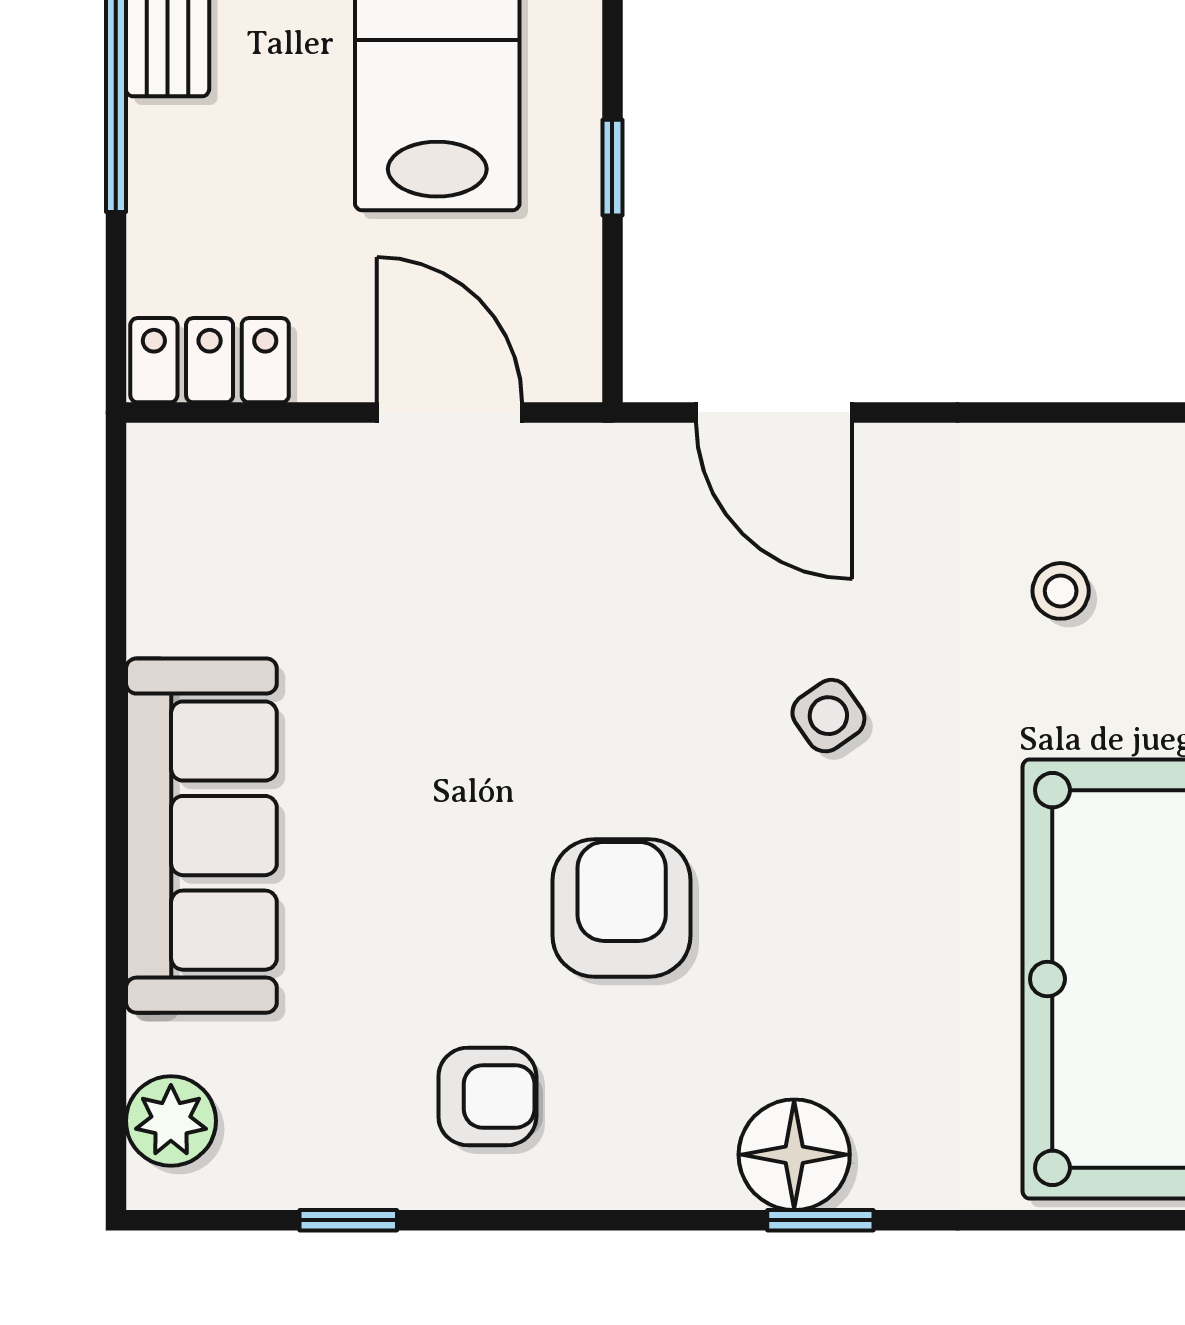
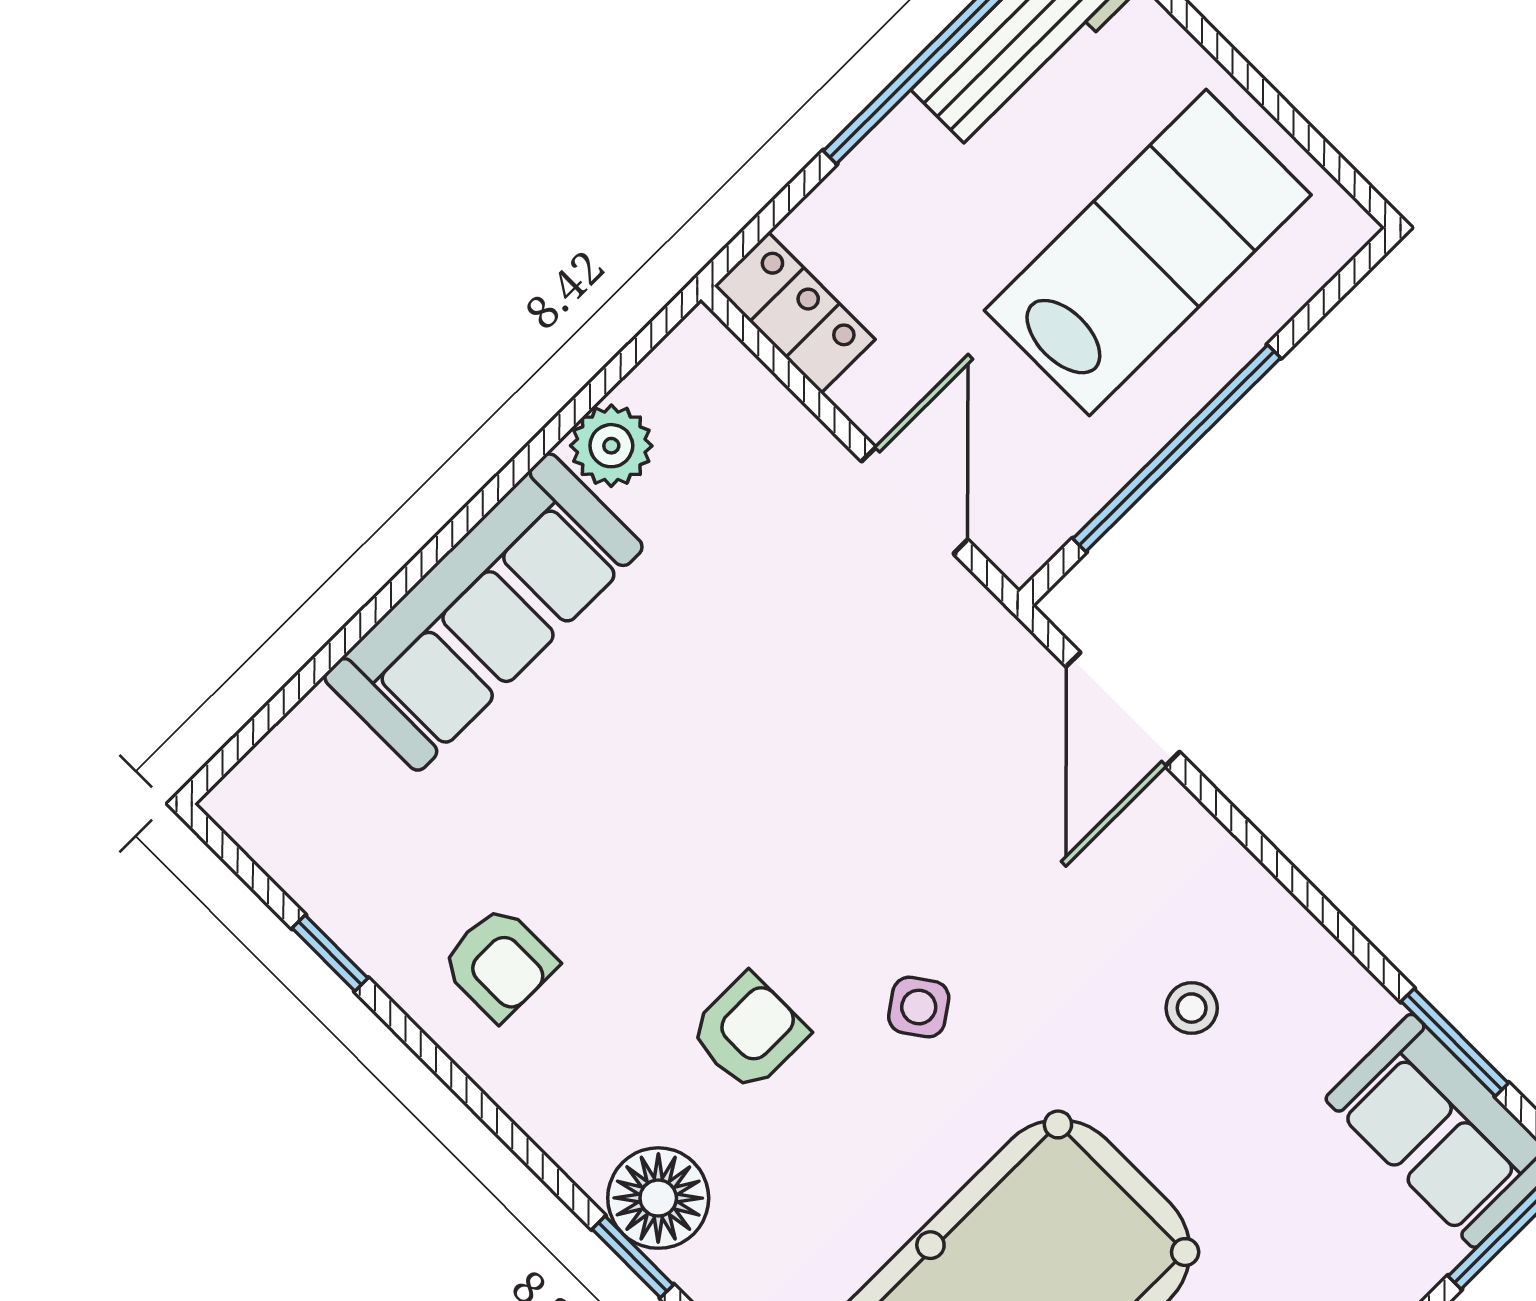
window: (612, 168) -> (1177, 448), width x3.17
side table: (828, 716) -> (919, 1007), moved
armchair: (622, 908) -> (749, 1032), moved, width x0.72, depth x0.72
plant: (171, 1121) -> (611, 446), moved

